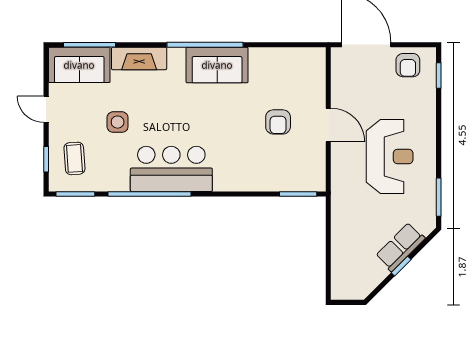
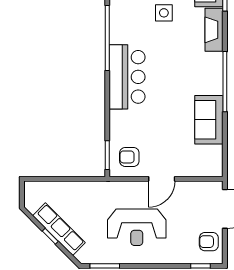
sofa: (217, 65) -> (209, 120), moved
armchair: (278, 122) -> (129, 157), moved
bar counter: (171, 169) -> (127, 77), moved
row of seats: (400, 247) -> (59, 229), width x1.48

